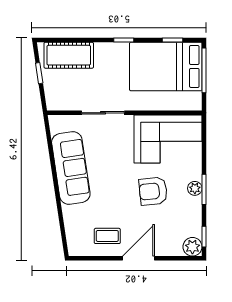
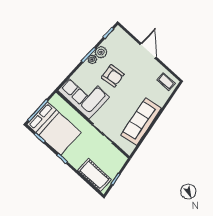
coffee table: (107, 236) -> (166, 82), moved
plant: (192, 247) -> (101, 52), moved
door: (139, 258) -> (148, 51), swing flipped

